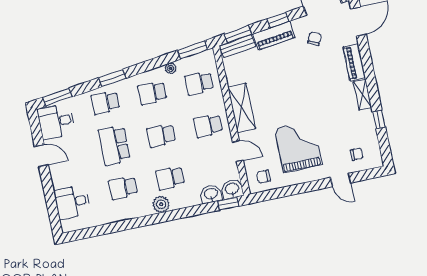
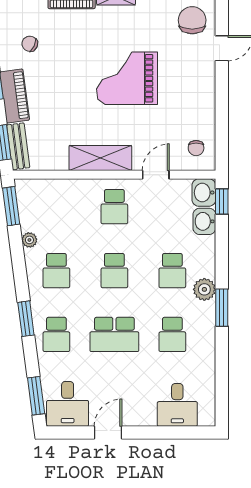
school desk: (199, 83) -> (56, 207), removed
grand piano: (298, 147) -> (127, 78), moved
chair: (357, 154) -> (192, 20), width x1.87, depth x1.87
window: (150, 220) -> (222, 308), added

